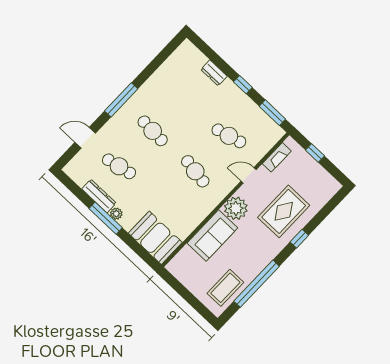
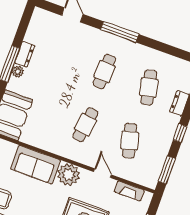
cafe table: (119, 166) -> (149, 87), moved
dresser: (99, 196) -> (25, 54), width x0.70

